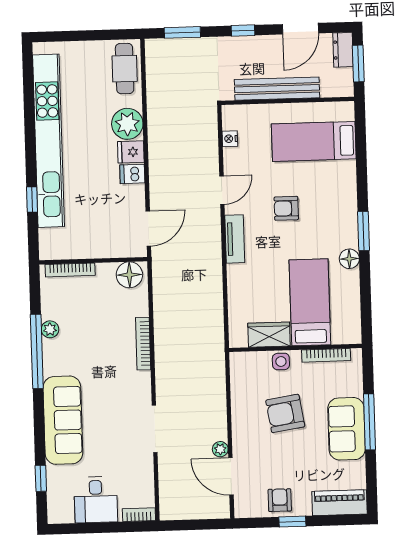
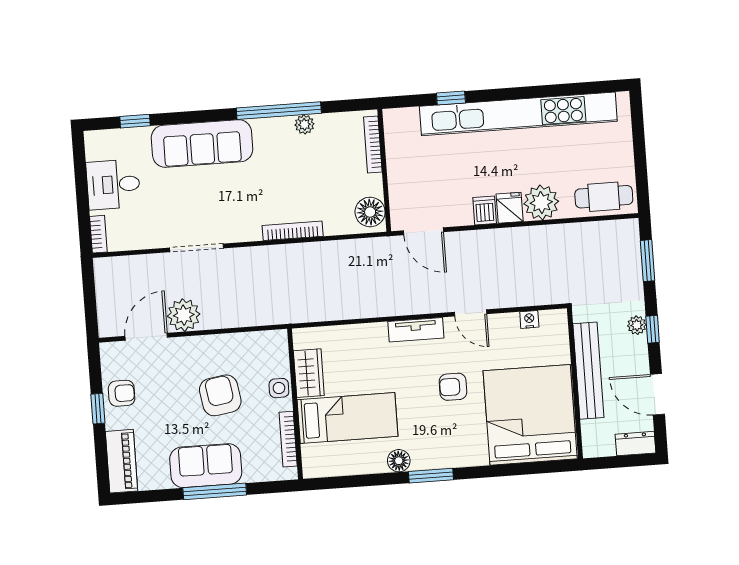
plant: (239, 44) -> (637, 325), added
window: (358, 63) -> (621, 462), removed
bed: (314, 141) -> (530, 415), width x2.04
armchair: (286, 208) -> (453, 387), turned -90
plant: (220, 449) -> (184, 315), width x1.88, depth x1.88

